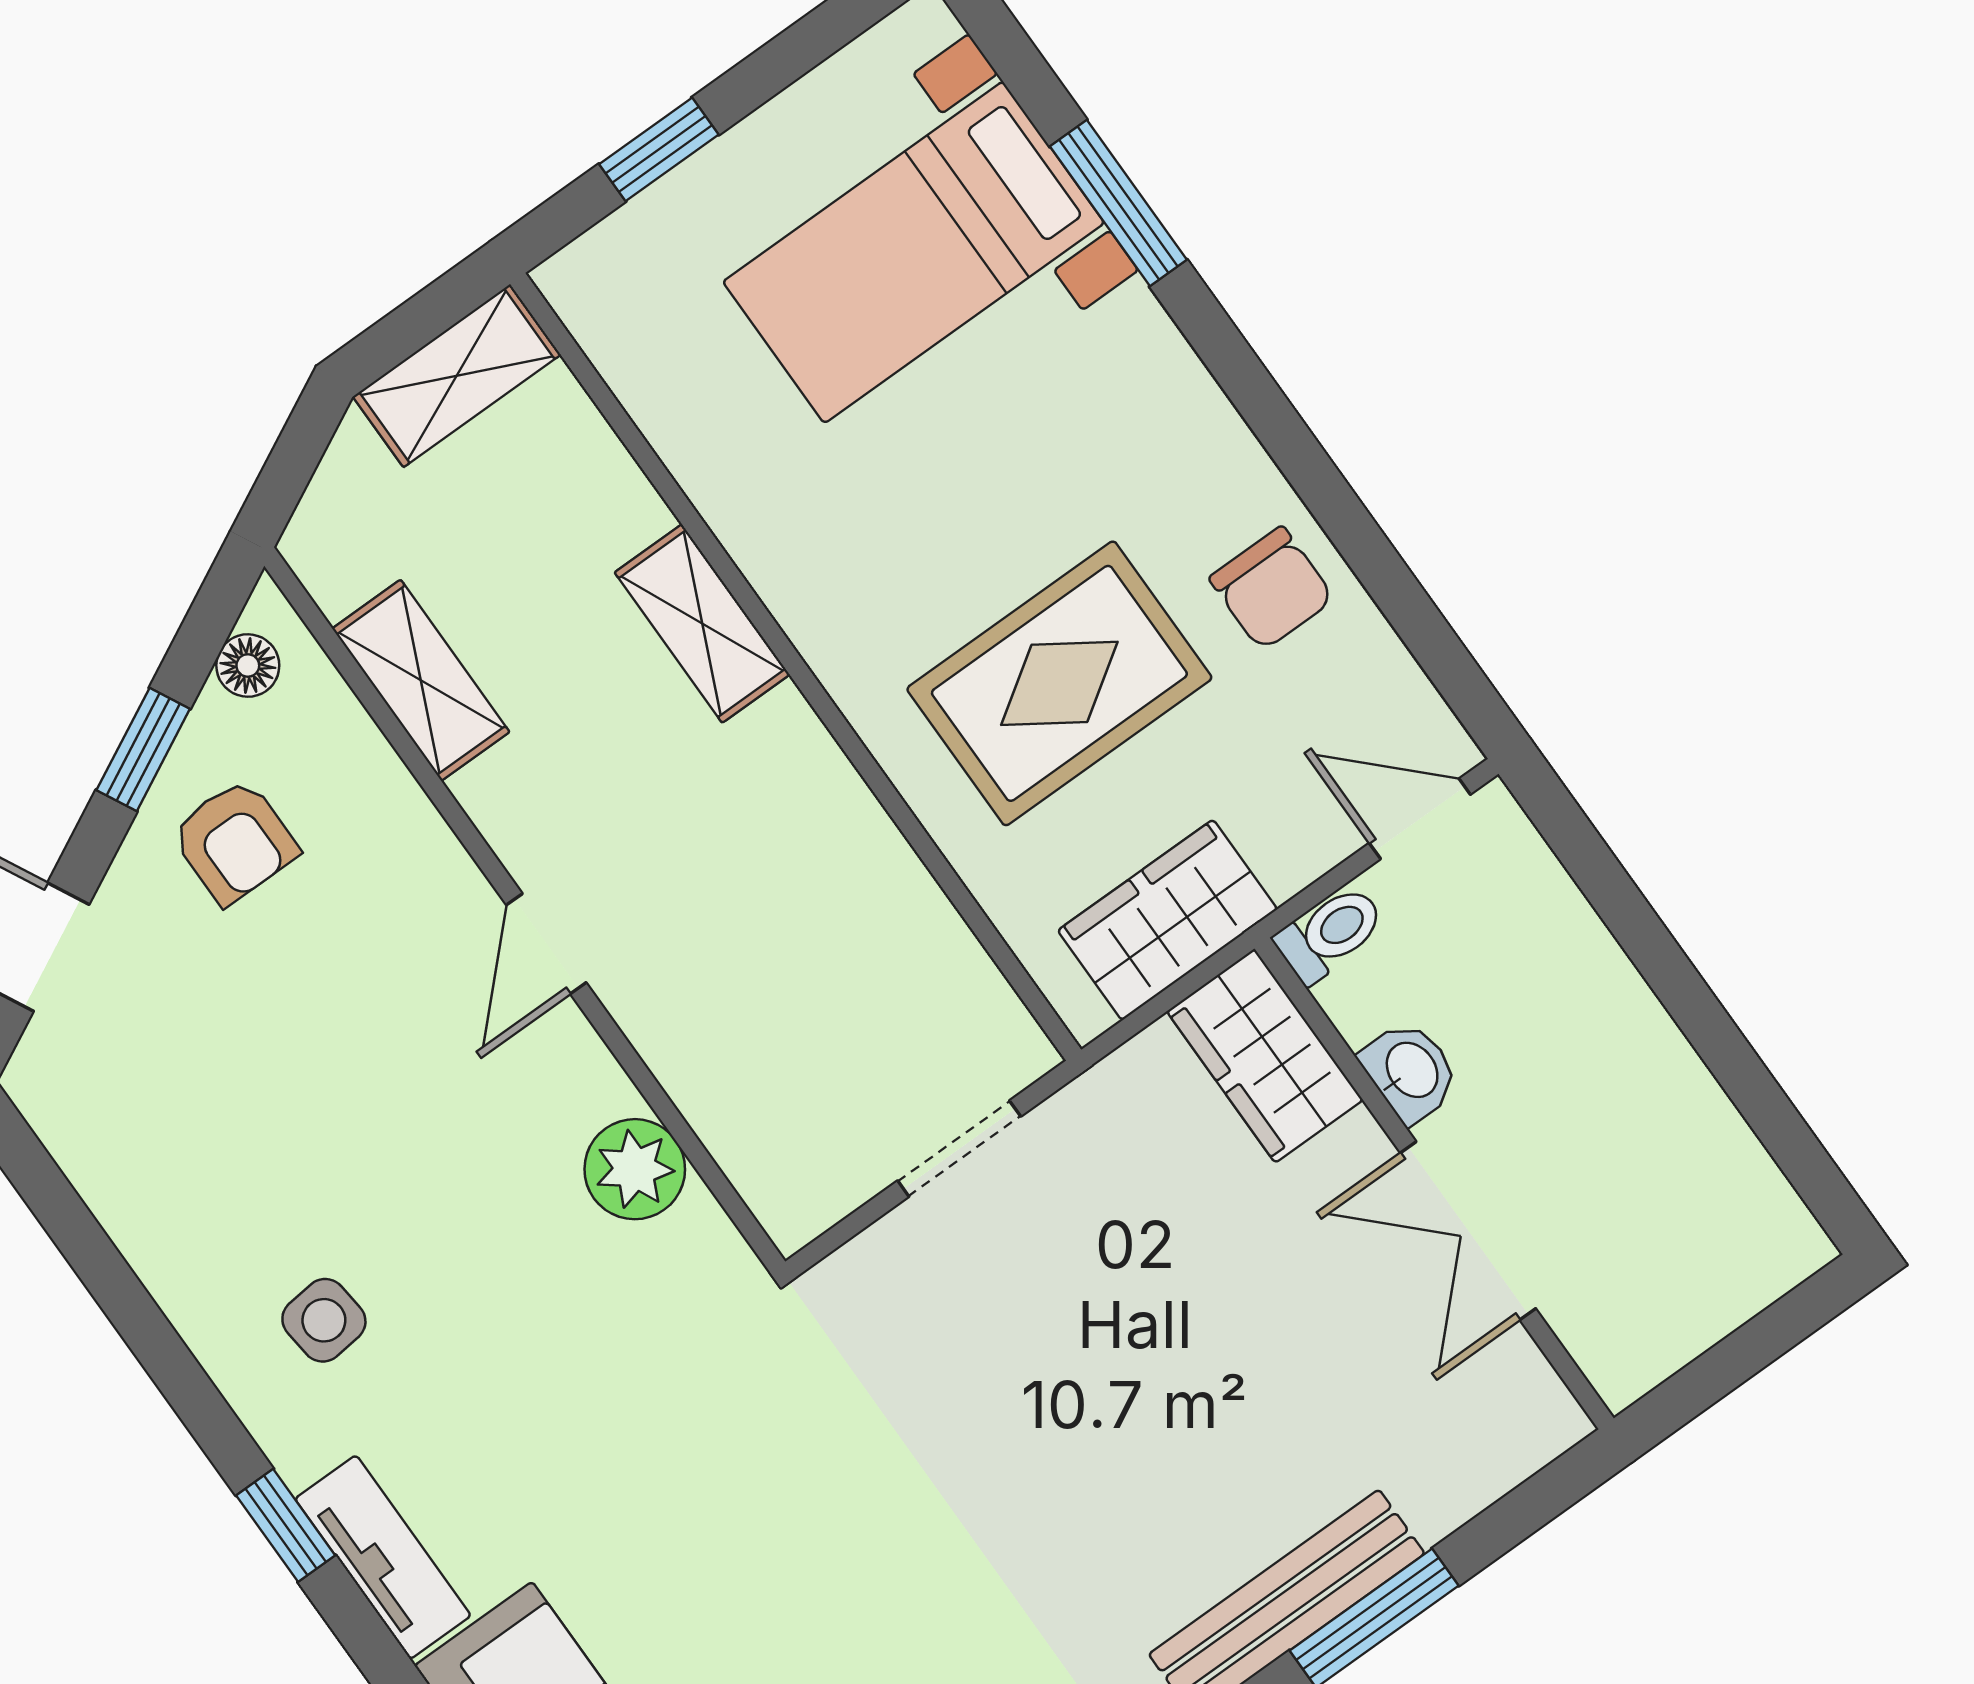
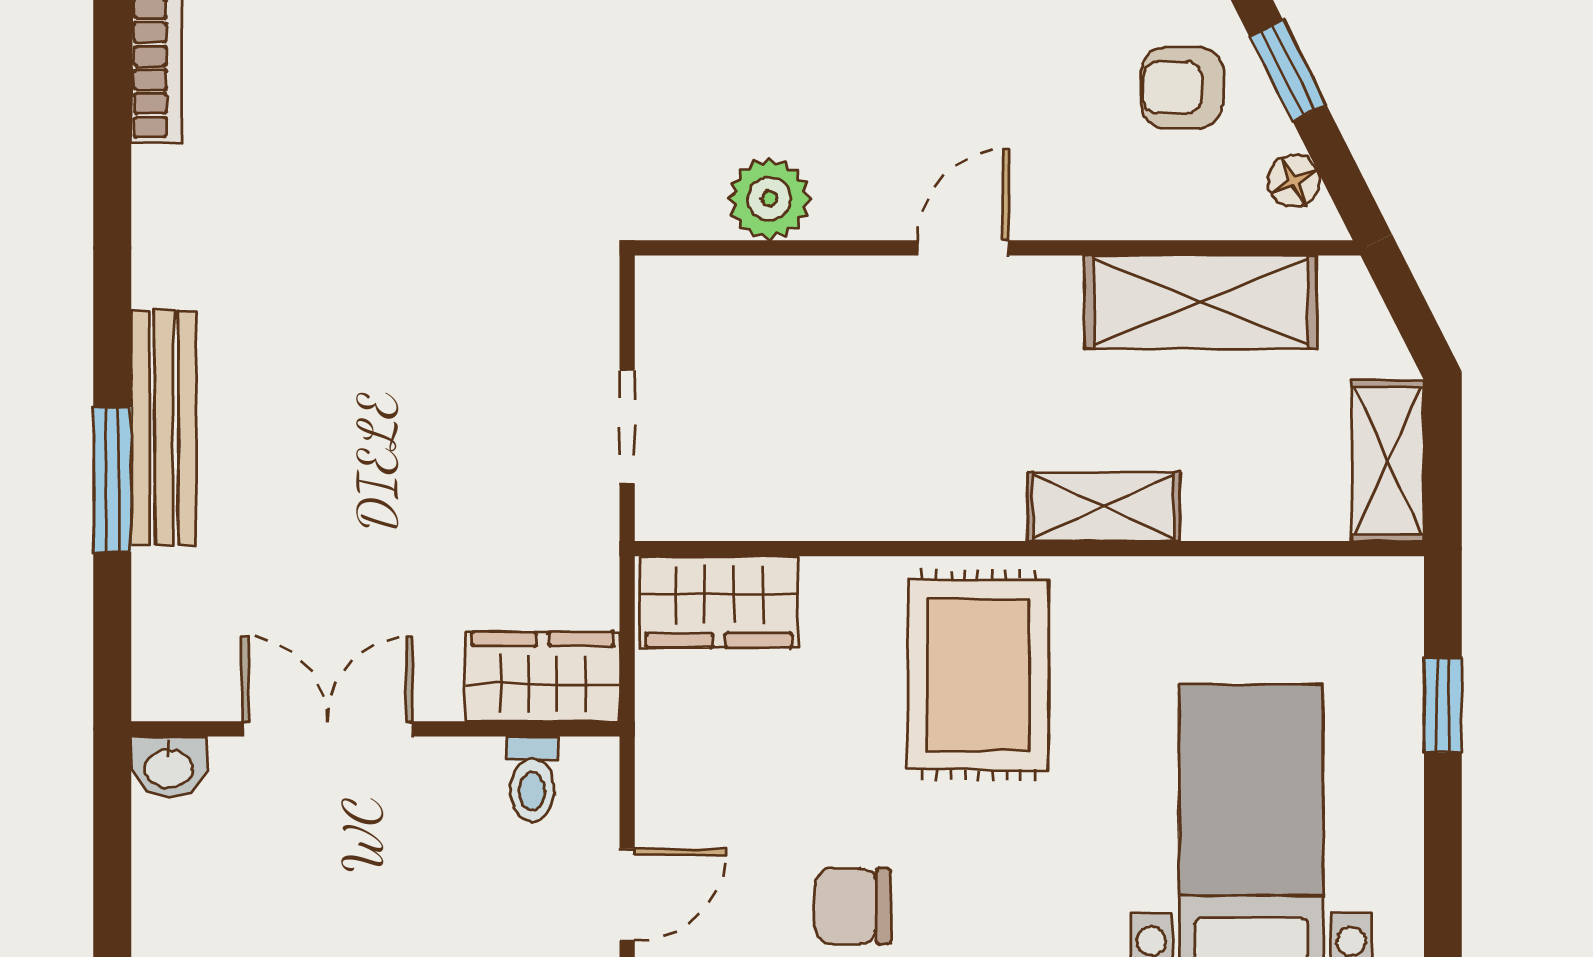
shelving: (421, 680) -> (1201, 302), width x1.50, depth x1.33
rug: (1059, 683) -> (978, 675), moved
wardrobe: (1168, 920) -> (719, 602), moved, turned 90
toilet: (1330, 933) -> (532, 779), moved
door: (546, 944) -> (963, 248), hinge flipped
washbasin: (1410, 1071) -> (169, 767), moved

